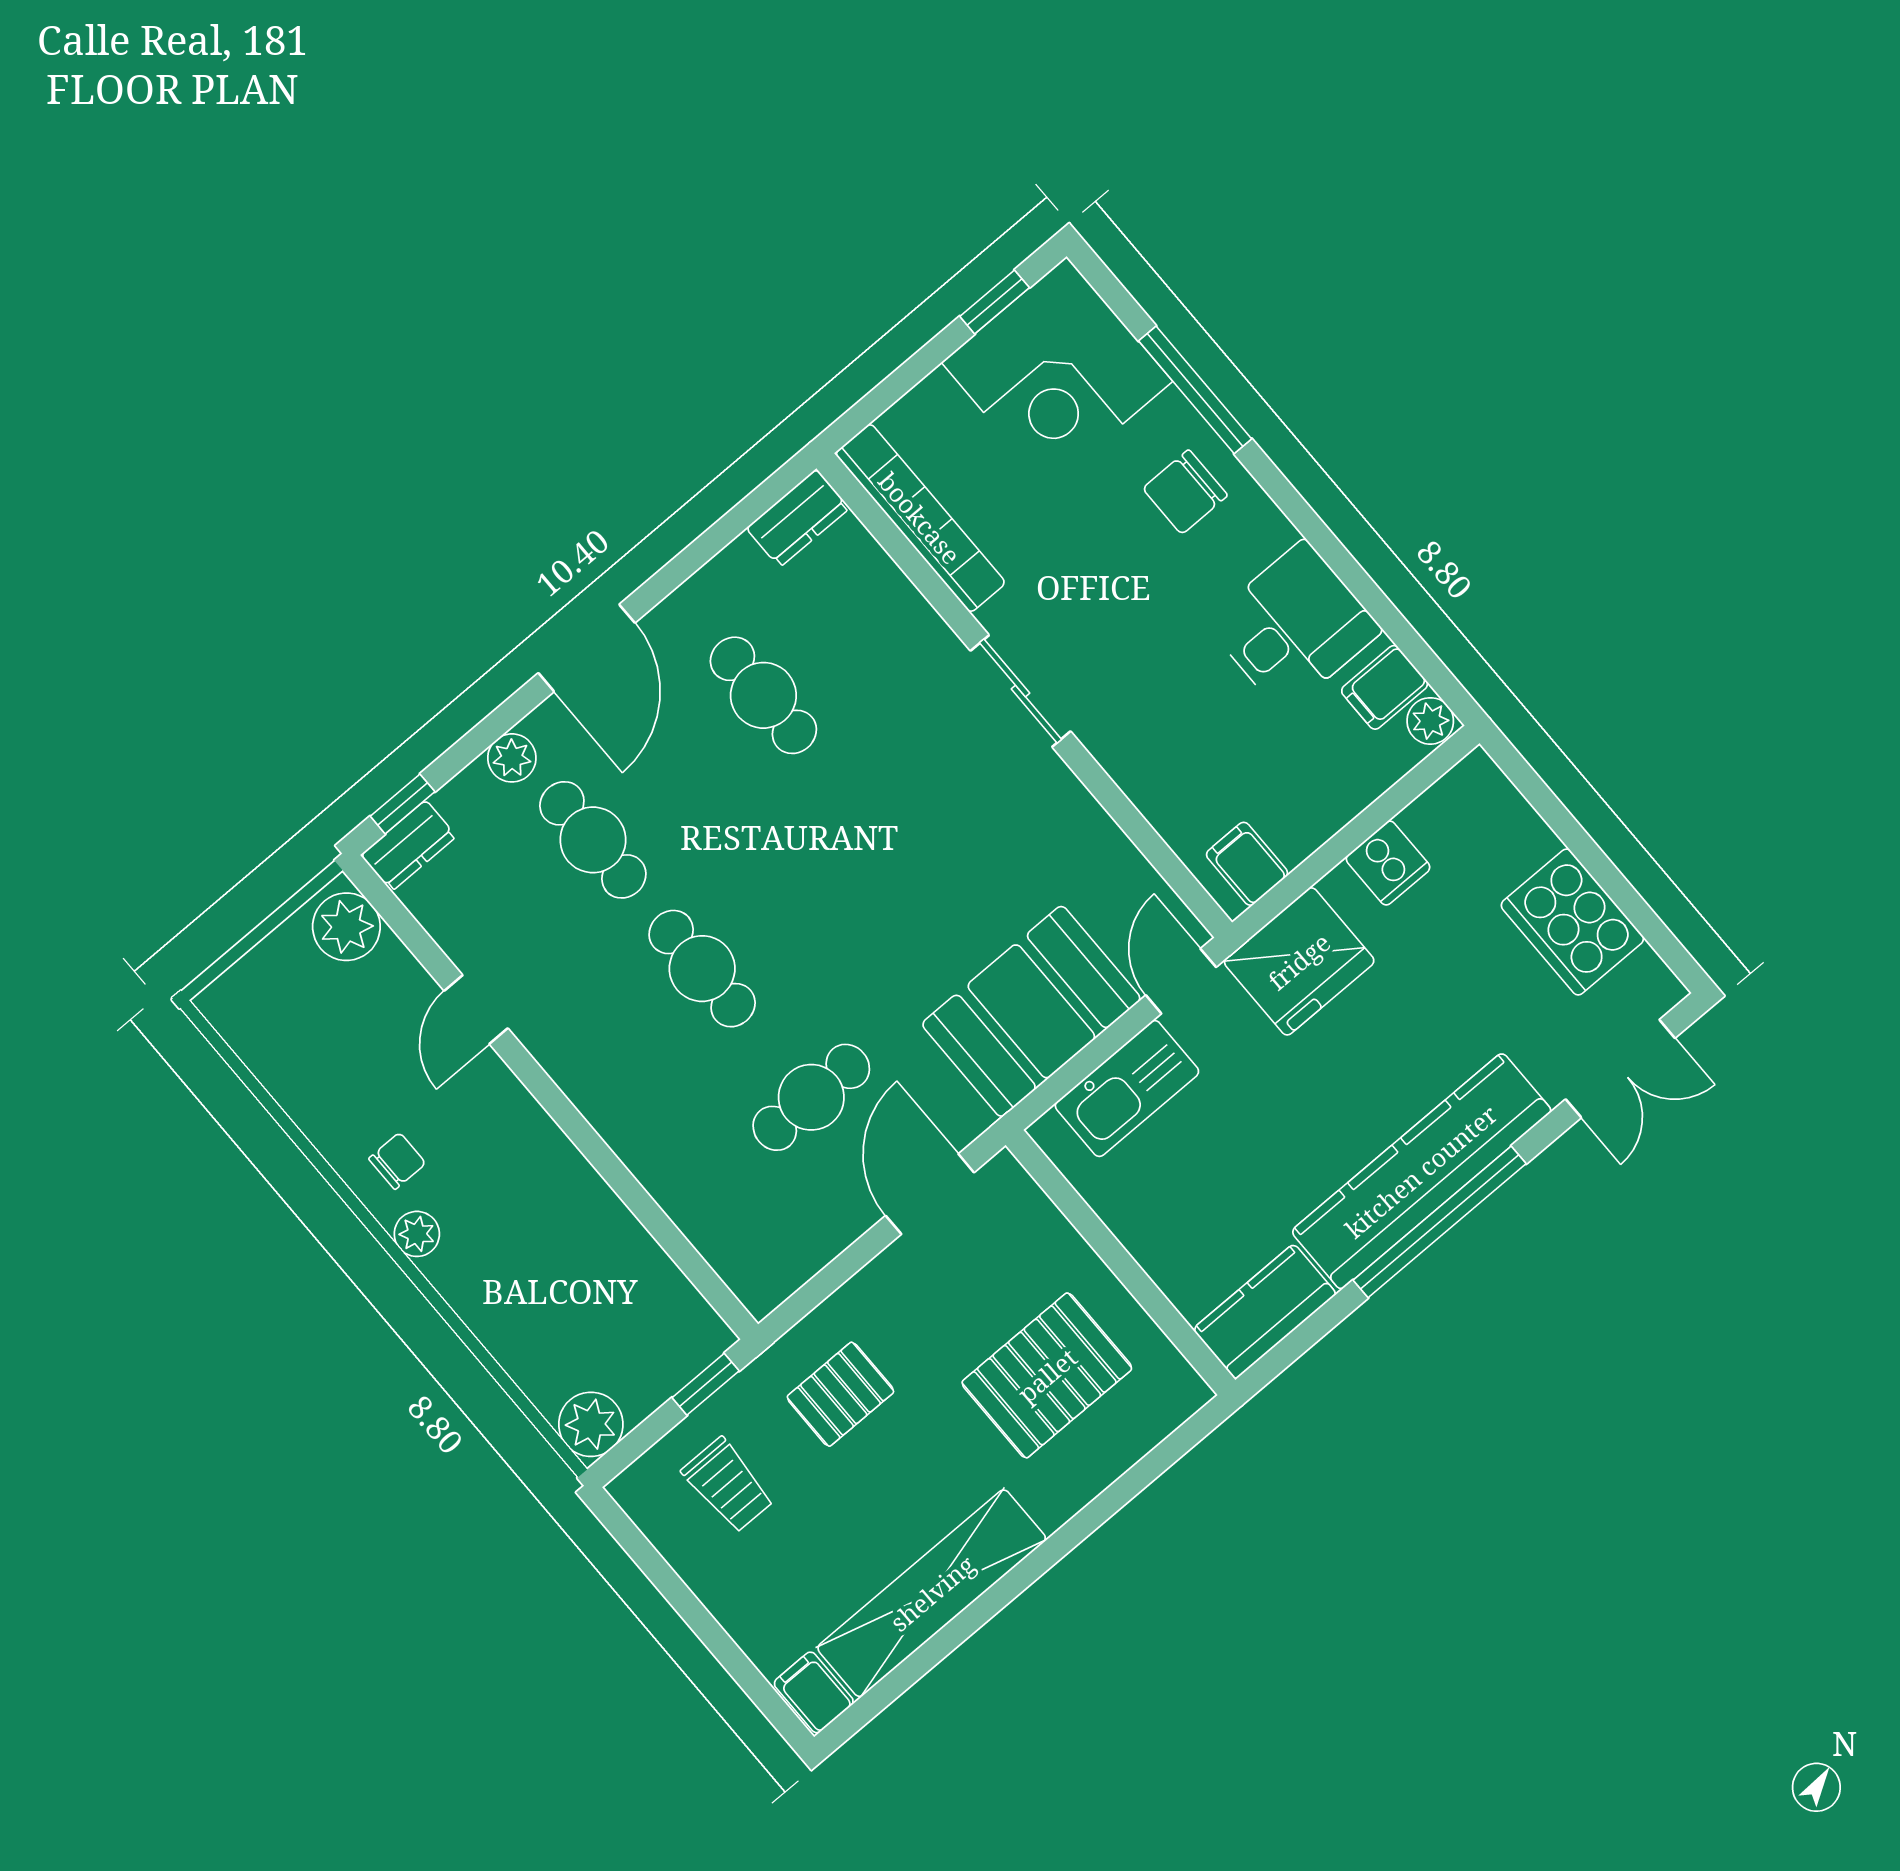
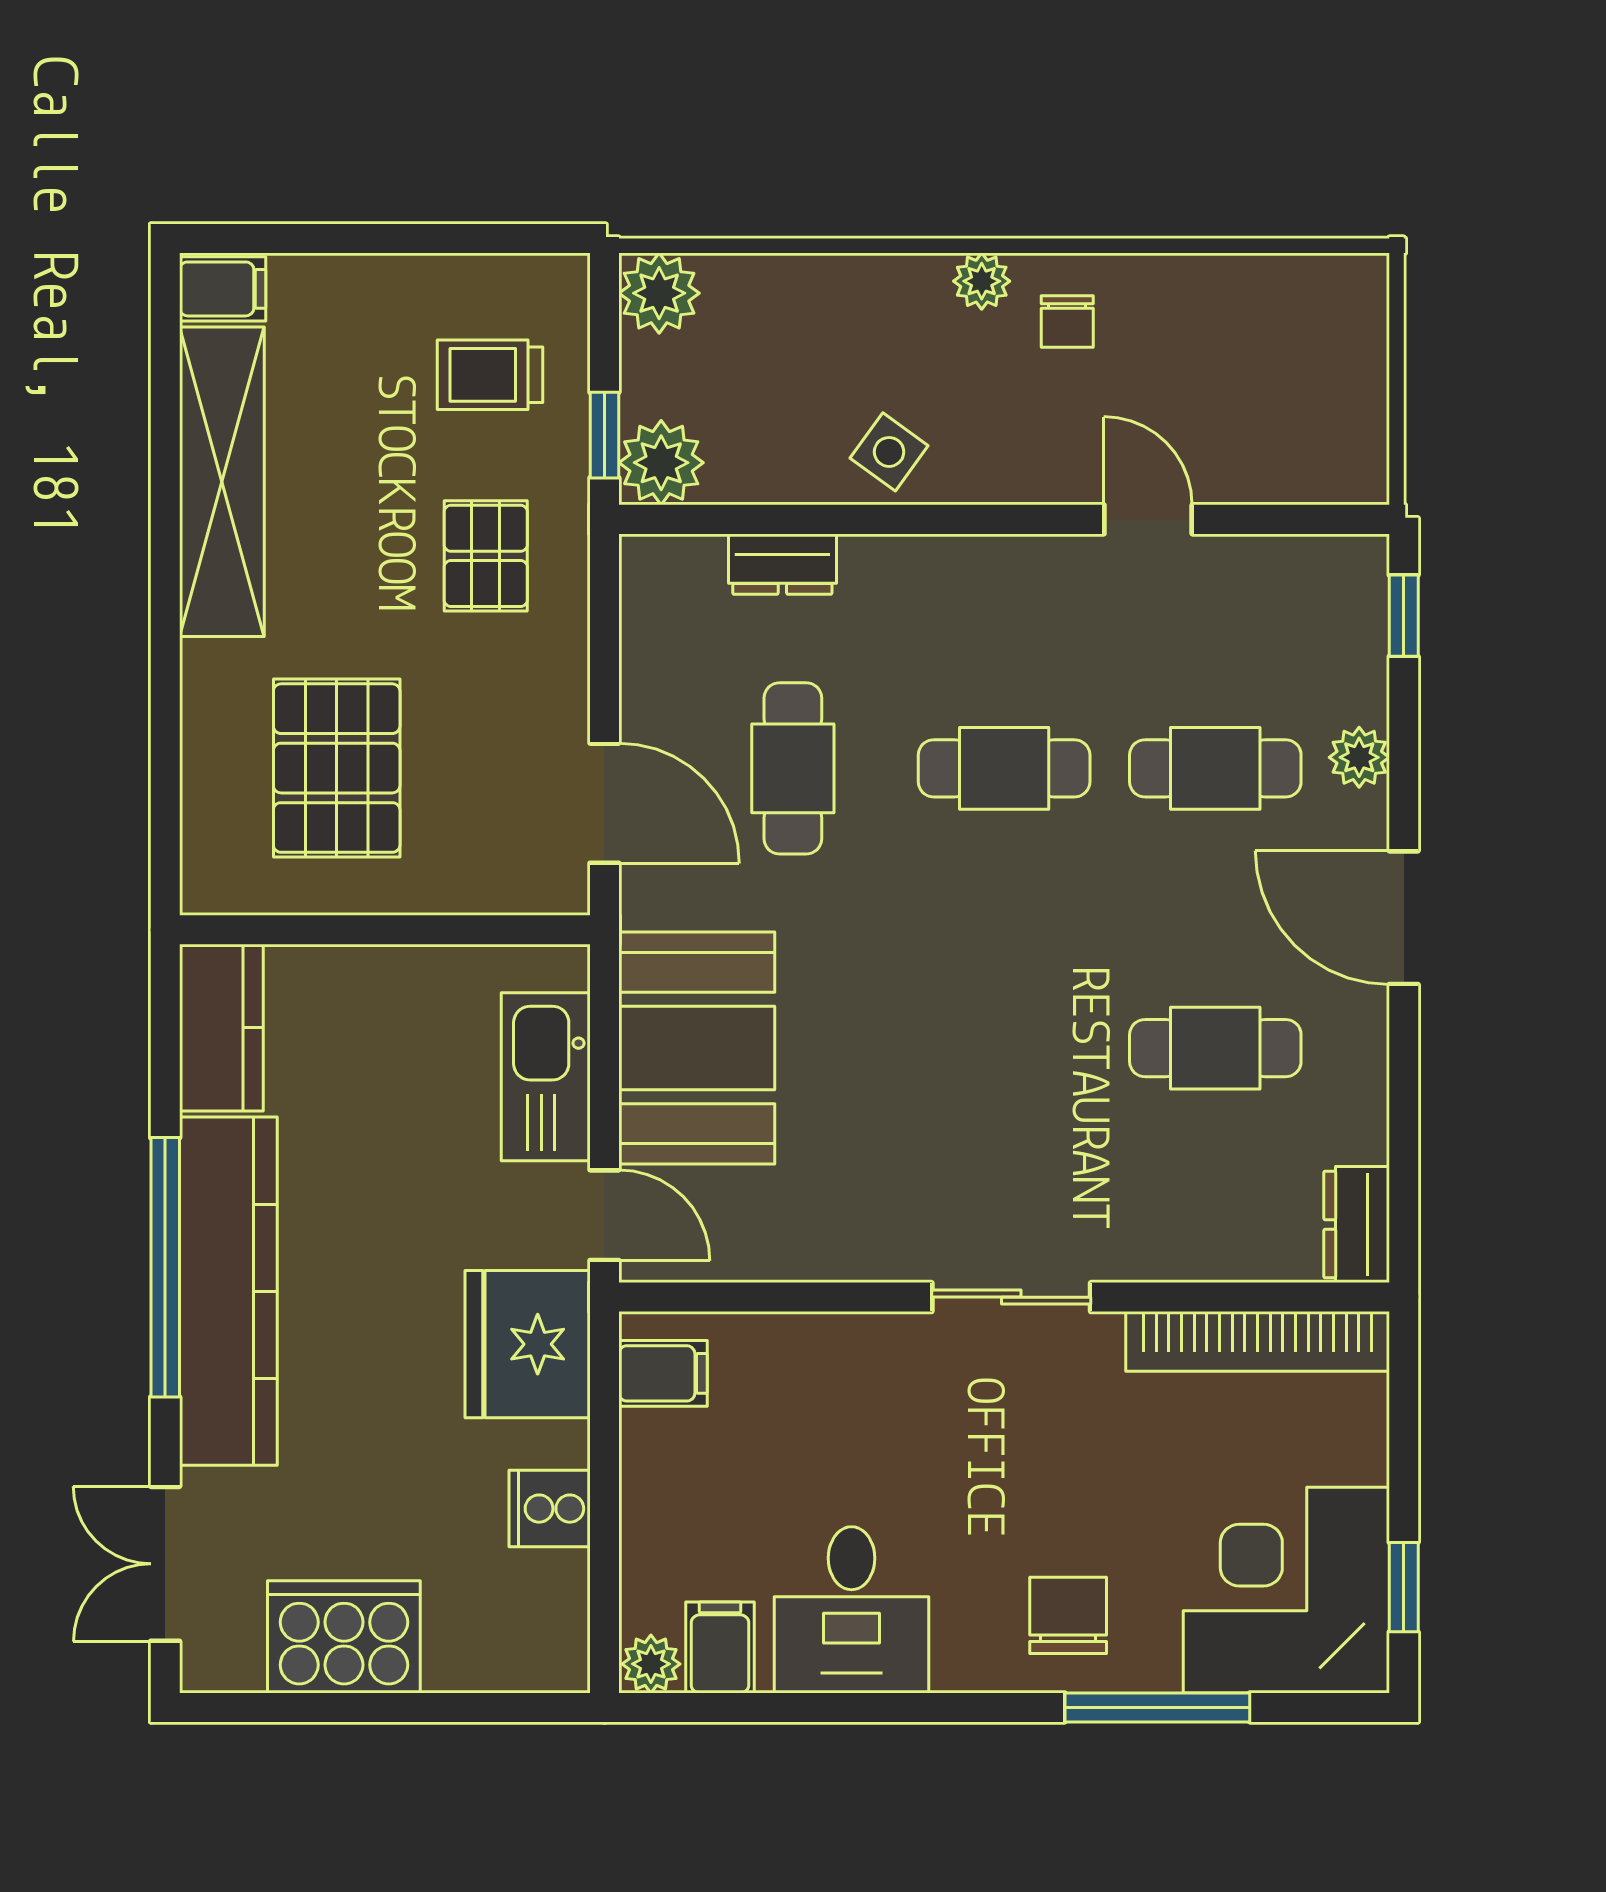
dresser: (409, 846) -> (782, 564), moved, turned -90
plant: (346, 927) -> (661, 463), moved
side table: (569, 1202) -> (889, 452), added

